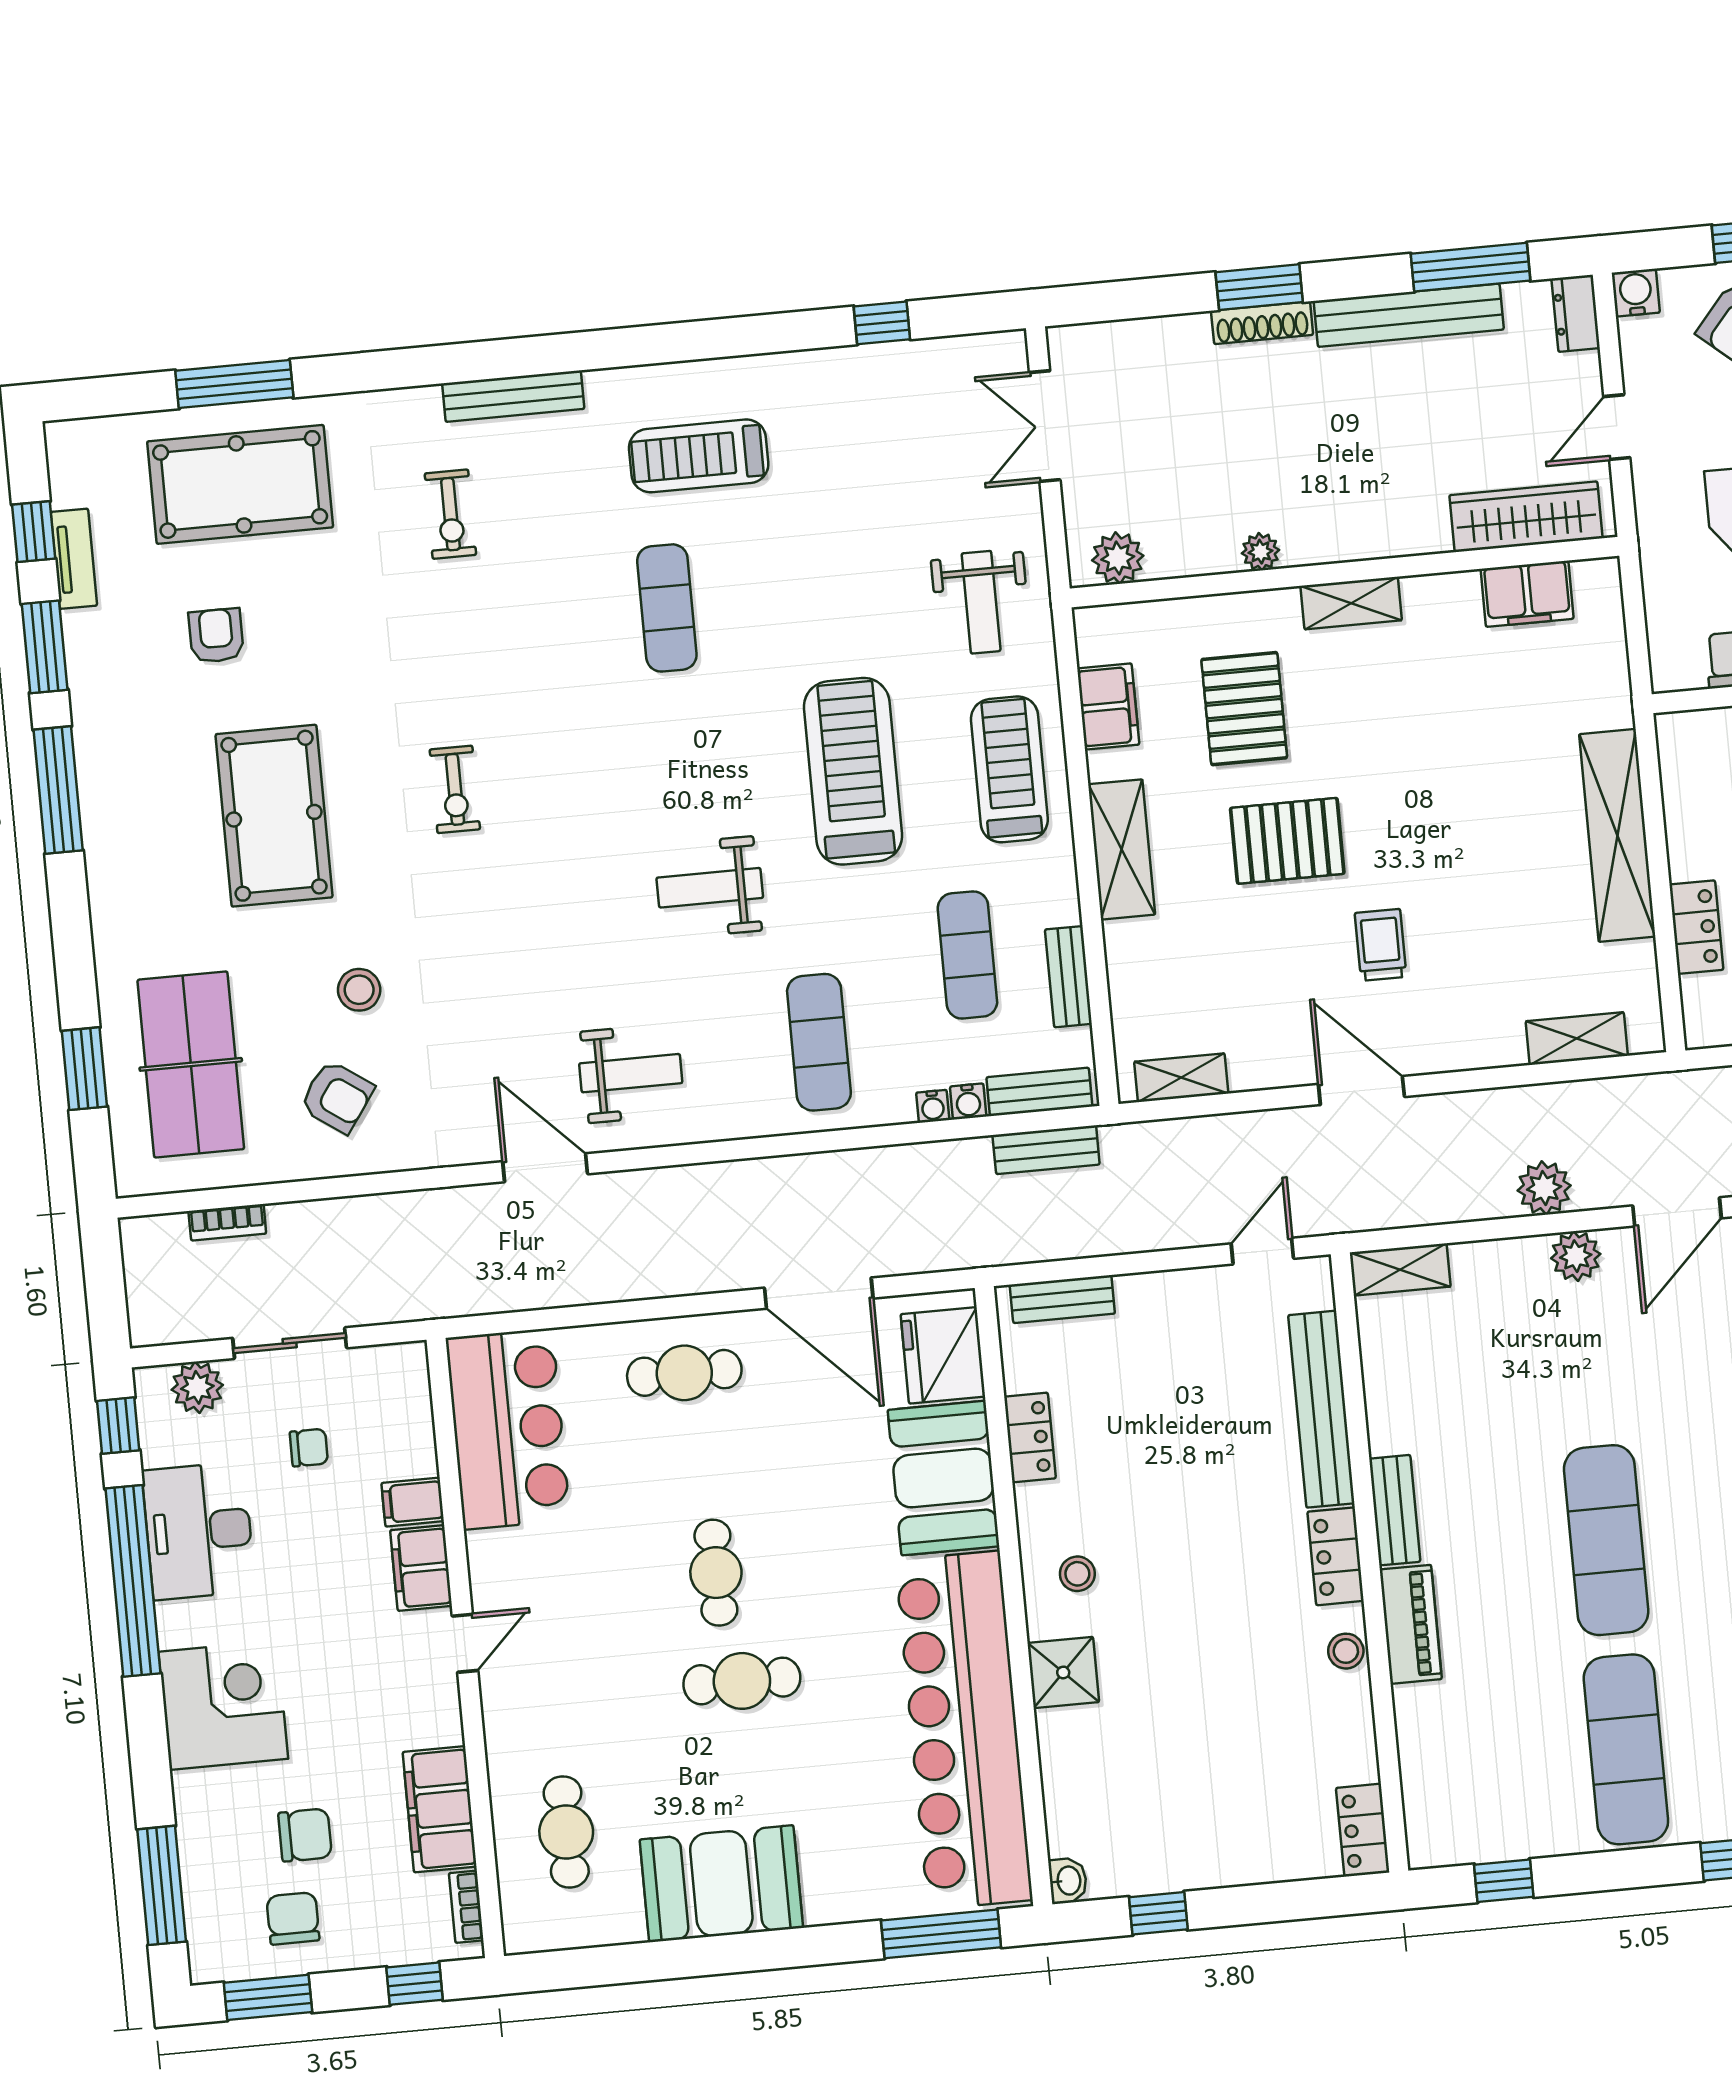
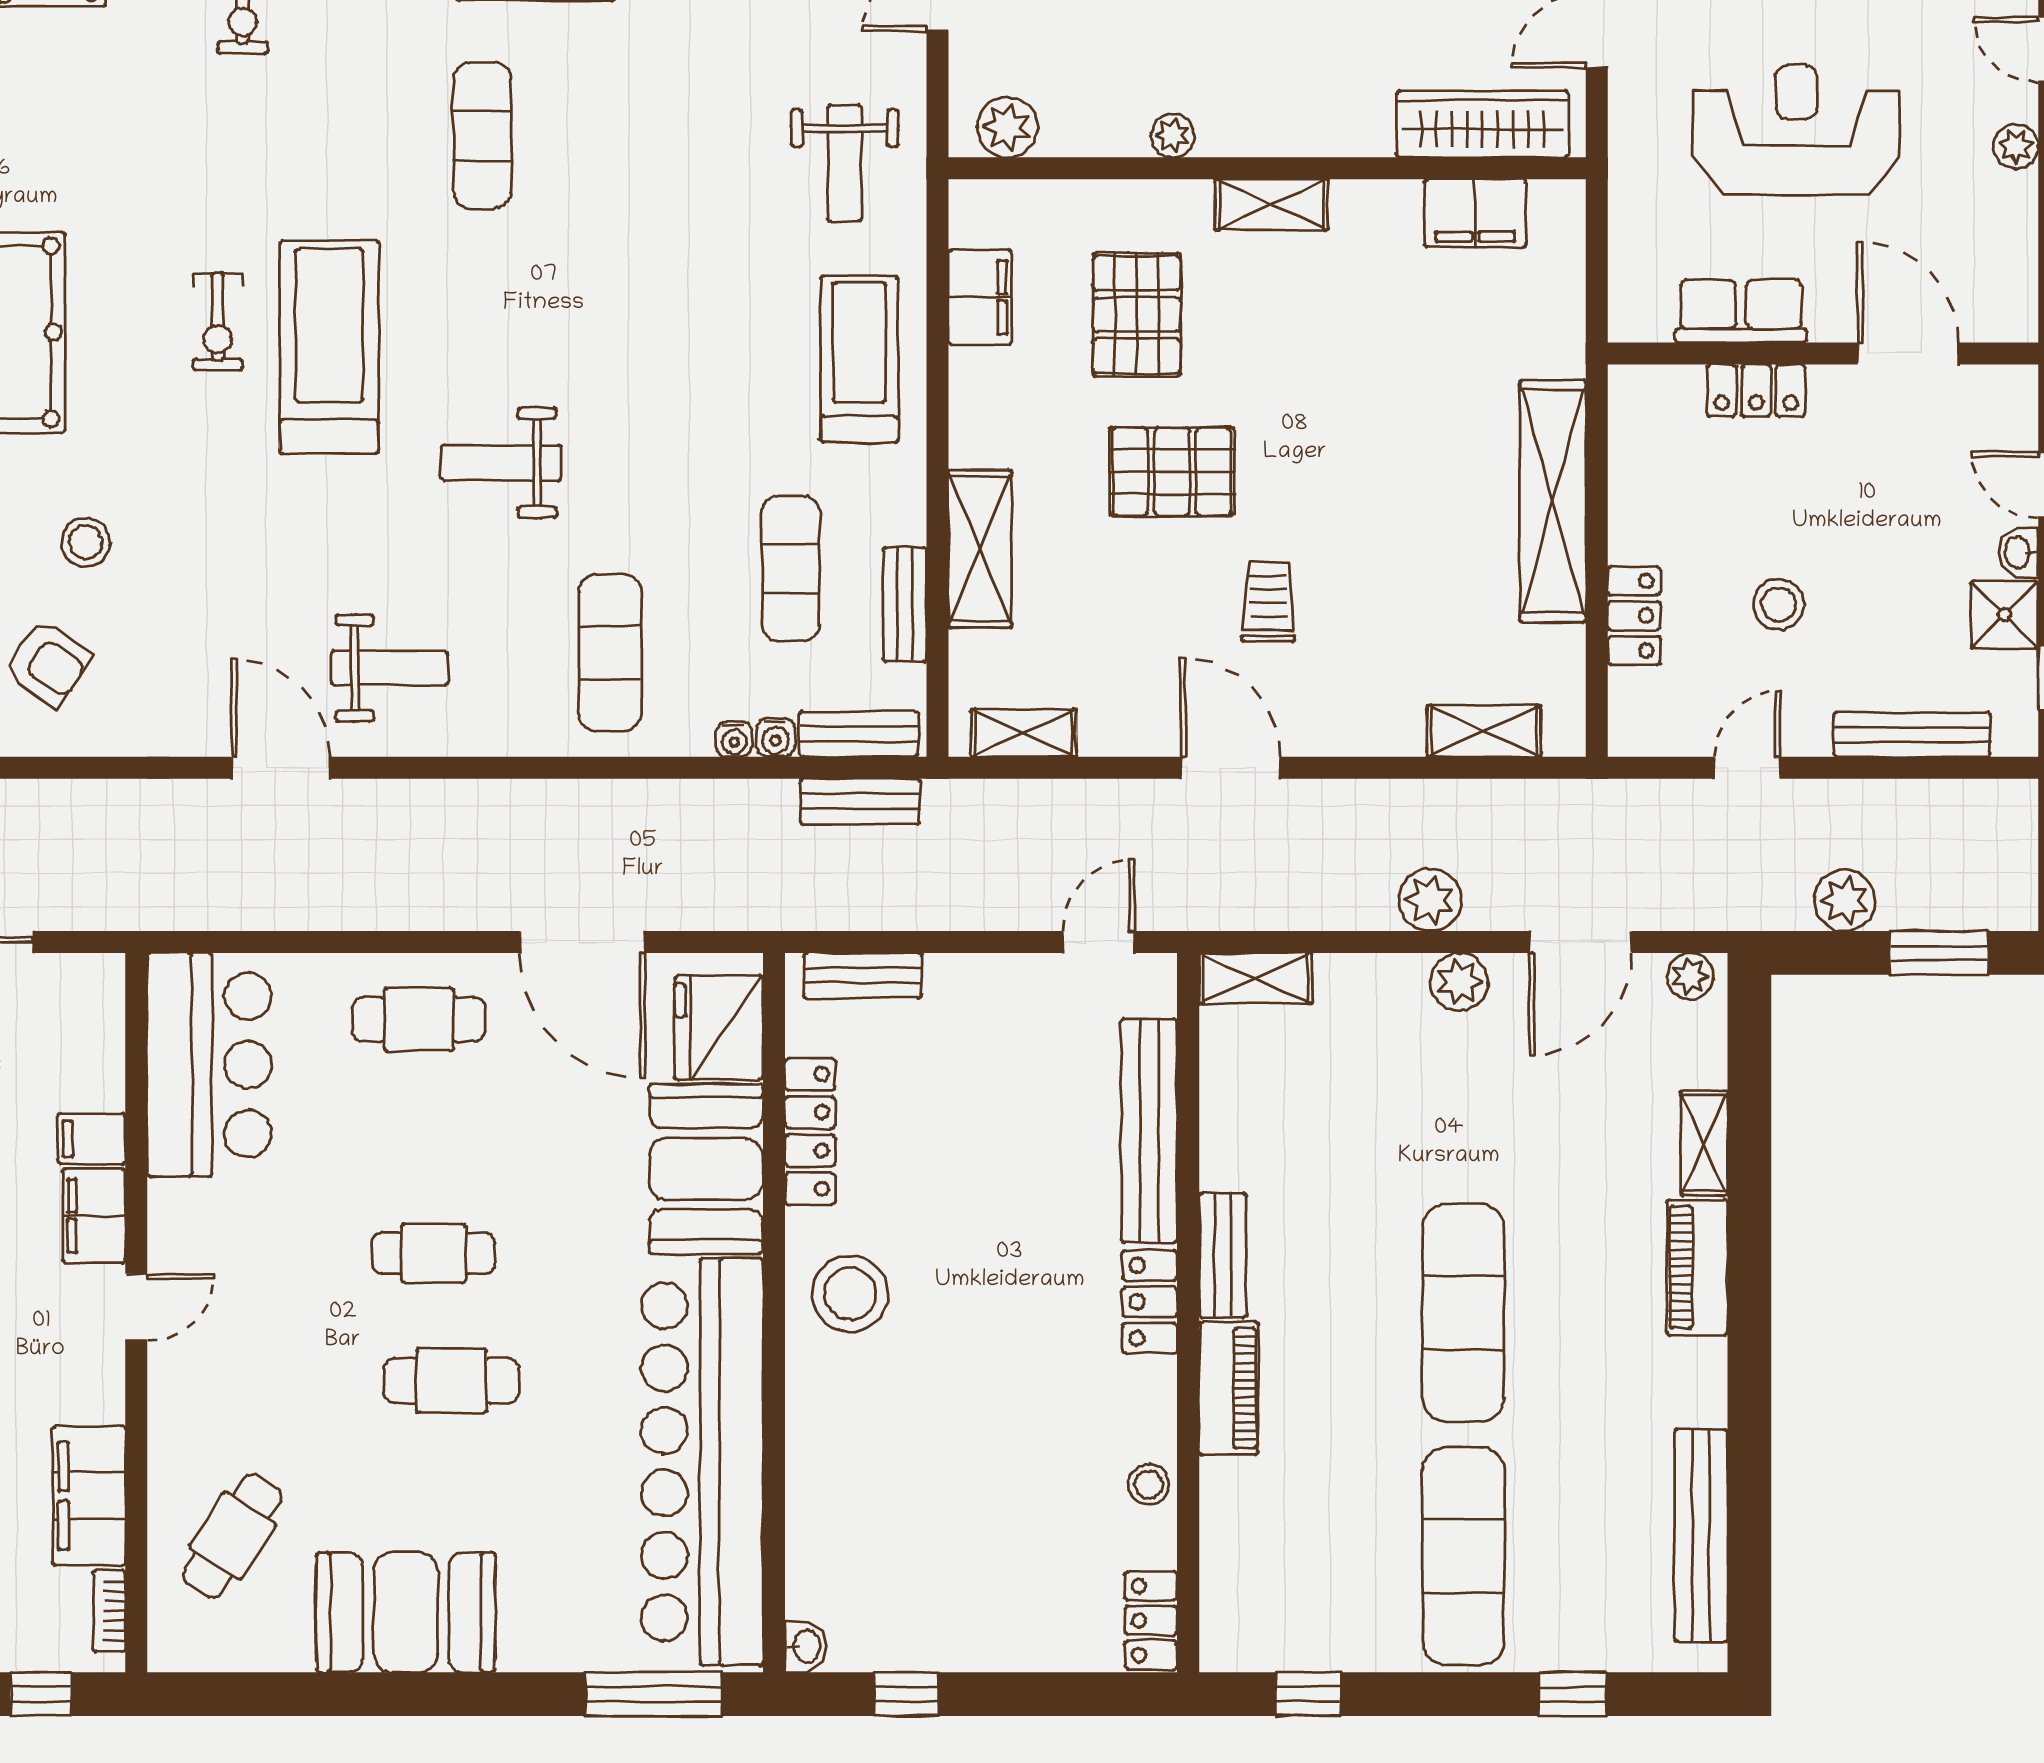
treadmill: (853, 771) -> (329, 347), moved
shelving: (1122, 849) -> (980, 549), moved
locker: (1030, 1437) -> (810, 1132), width x1.53
cafe table: (716, 1573) -> (433, 1253), turned 90
stool: (1077, 1574) -> (850, 1294), width x1.89, depth x1.89
stool: (1346, 1651) -> (1149, 1484), moved
shower: (1063, 1672) -> (823, 1406), removed
cafe table: (566, 1832) -> (232, 1536), turned 33

